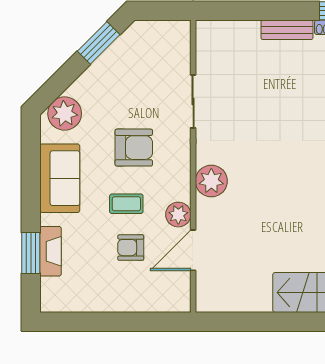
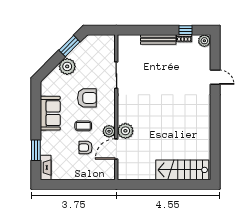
bench: (287, 30) -> (158, 40), width x1.36
plant: (65, 114) -> (67, 66), moved
plant: (211, 181) -> (125, 131), moved
fireplace: (51, 251) -> (46, 168), moved

